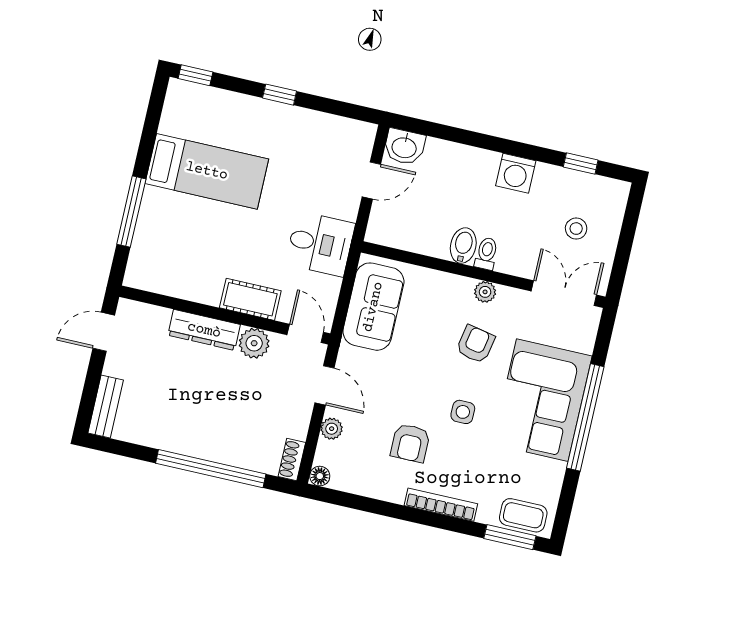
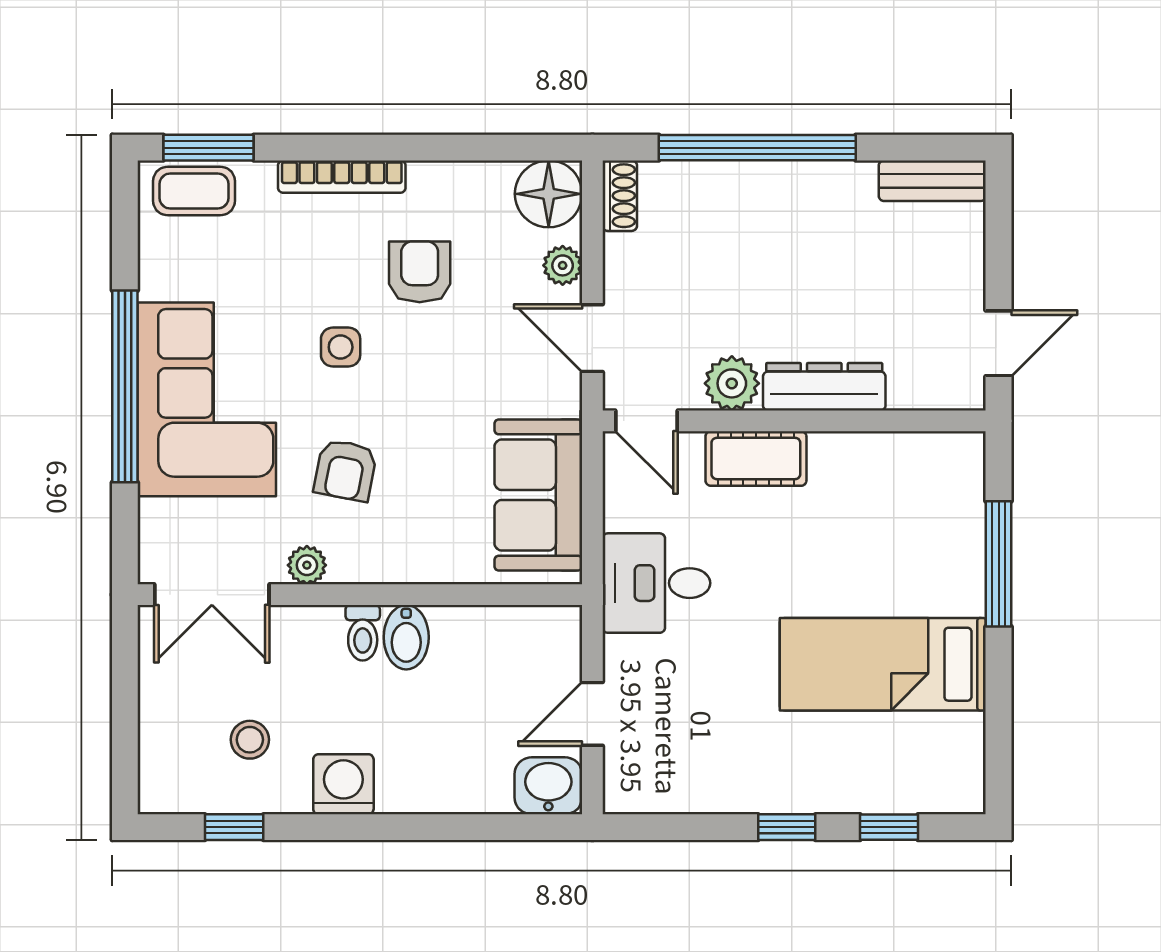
window: (195, 75) -> (889, 827), moved
stool: (576, 229) -> (250, 740), moved
plant: (485, 292) -> (307, 565), moved
bench: (106, 407) -> (932, 181), moved, turned 90
floor lamp: (320, 476) -> (549, 194), width x1.89, depth x1.89

